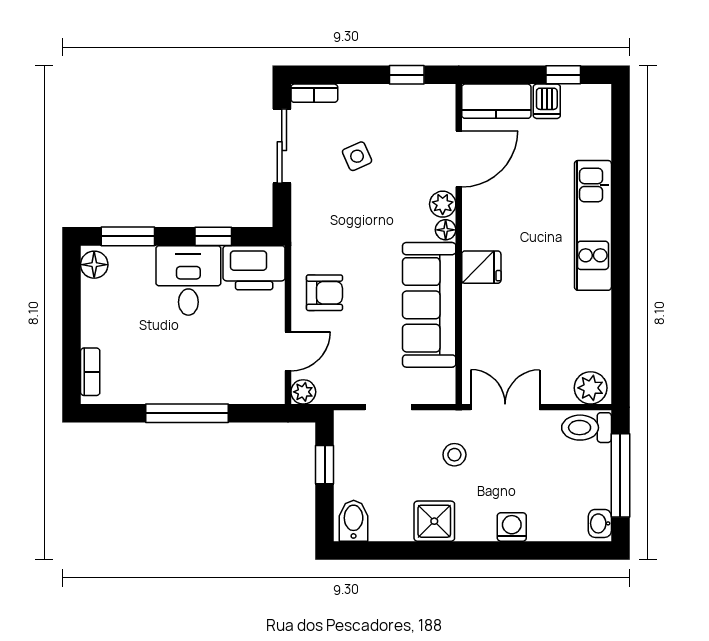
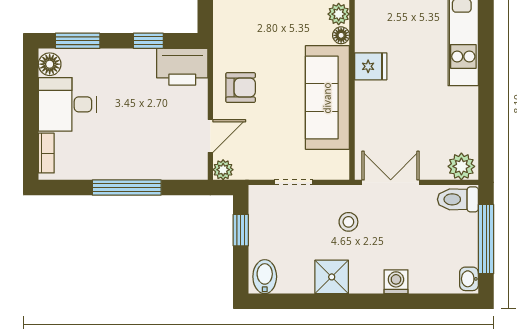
desk: (188, 280) -> (67, 104), moved, turned -90

